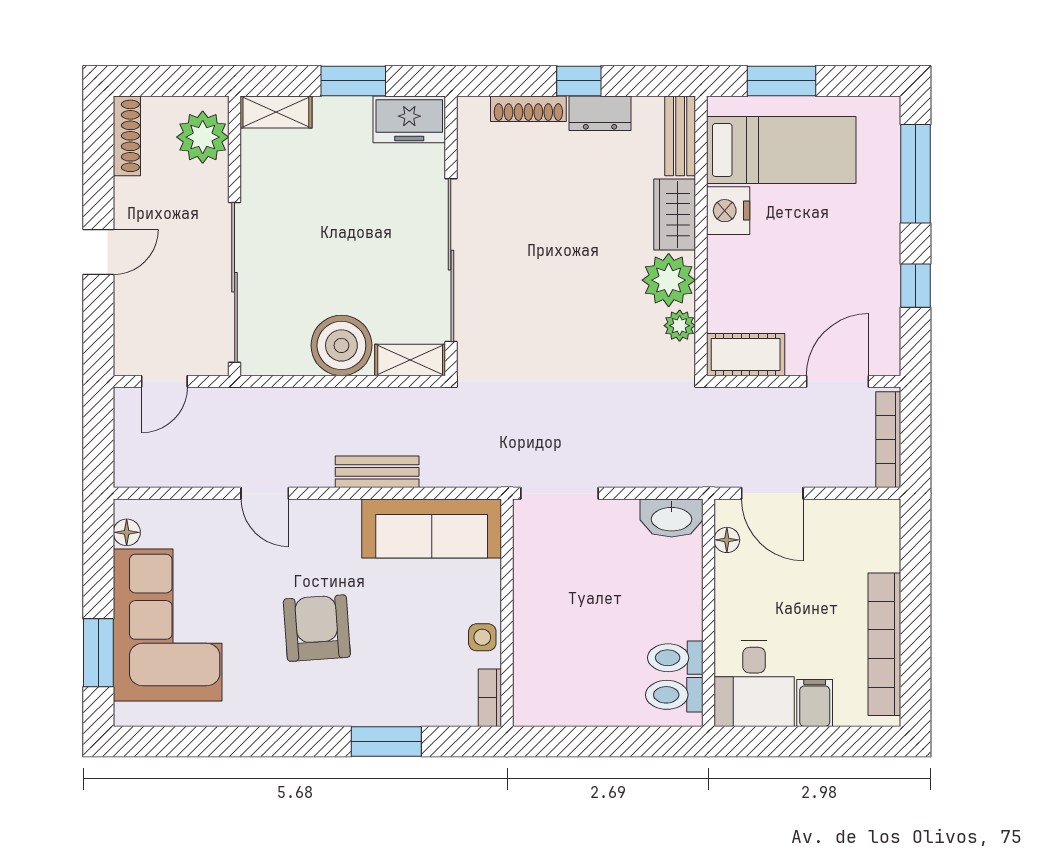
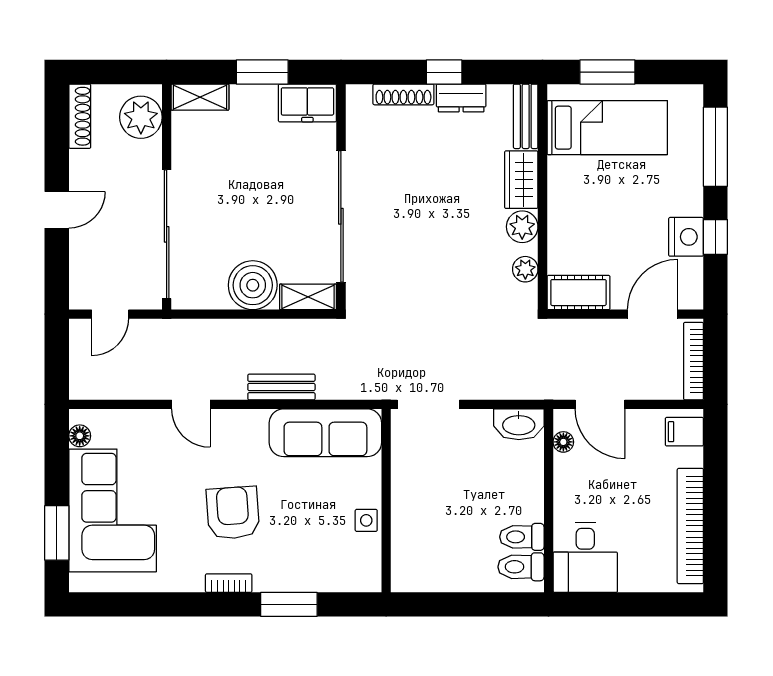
nightstand: (728, 211) -> (686, 237), moved, turned 180
plant: (669, 280) -> (522, 227), width x0.73, depth x0.73
bookcase: (490, 698) -> (229, 583), moved, turned 90
filing cabinet: (815, 703) -> (684, 432), moved, turned -90

